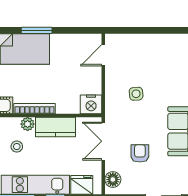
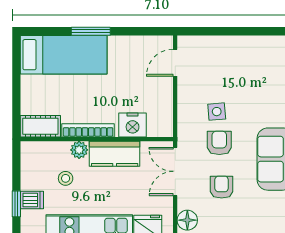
nightstand: (91, 104) -> (133, 125), moved
armchair: (138, 119) -> (219, 143), added

